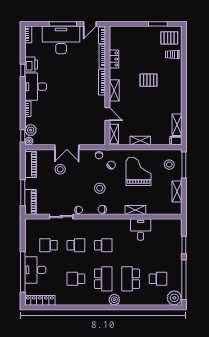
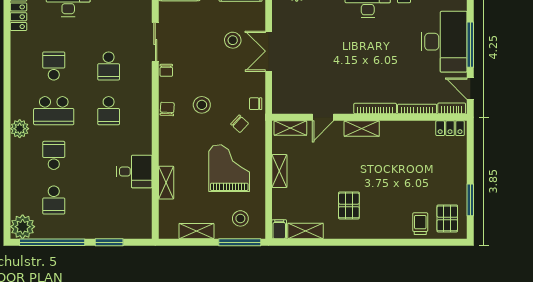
locker: (114, 59) -> (450, 128), moved
pallet: (149, 80) -> (349, 205), moved
grand piano: (138, 171) -> (229, 168), turned -90
shelving: (135, 210) -> (166, 183), moved
school desk: (49, 245) -> (109, 21), removed
school desk: (131, 279) -> (54, 155), width x0.54

